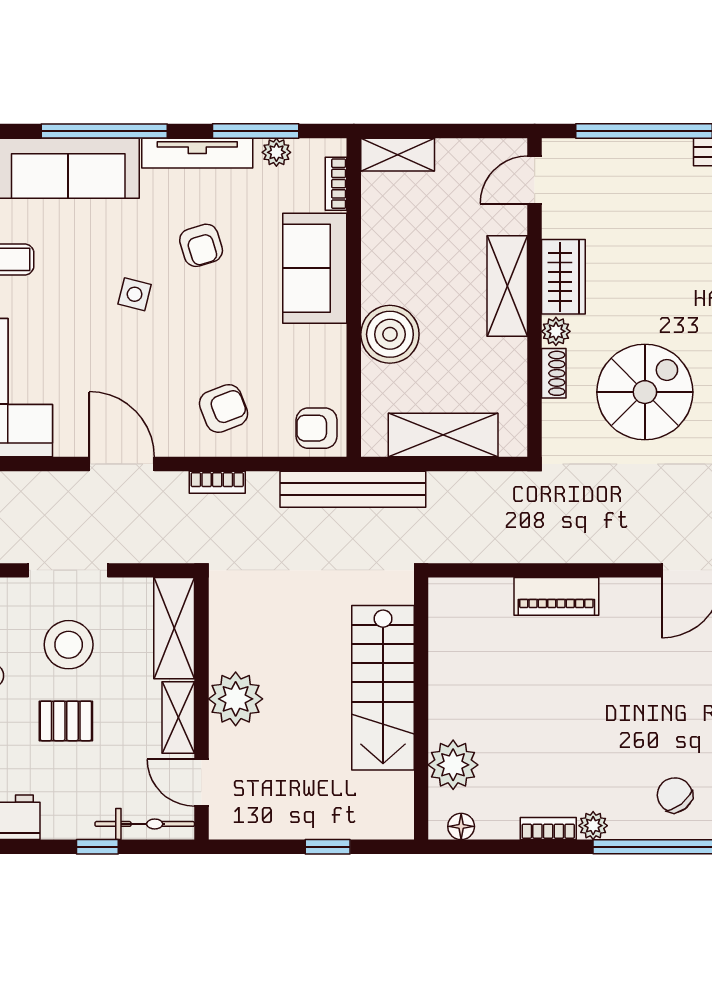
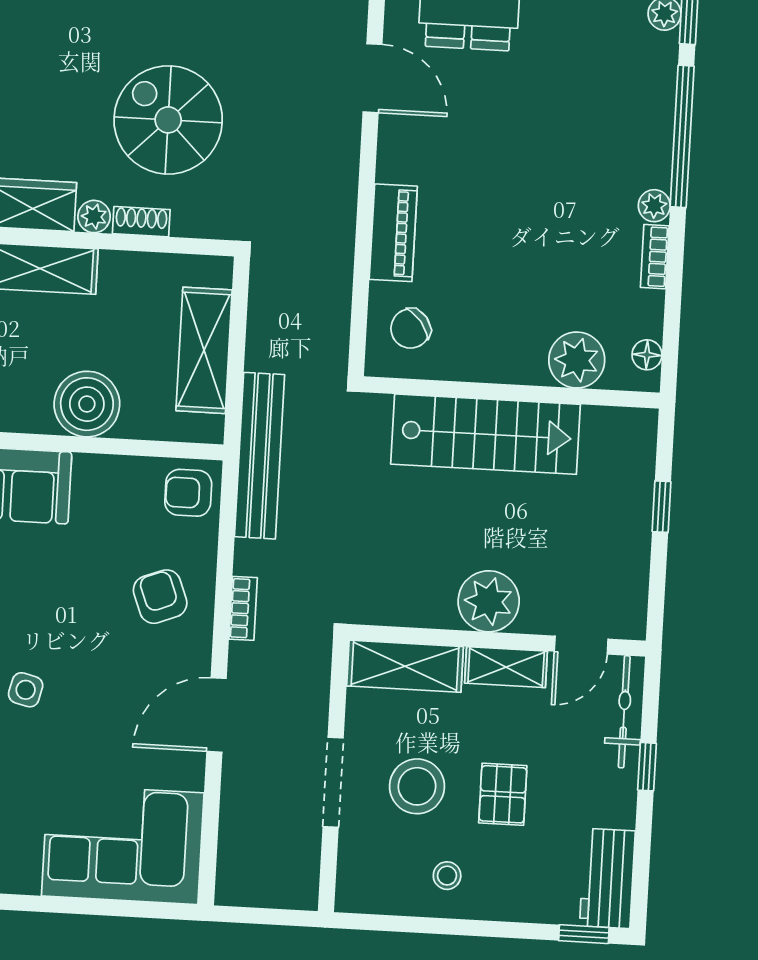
armchair: (317, 428) -> (188, 493), turned 90
chair: (675, 795) -> (410, 329), moved

